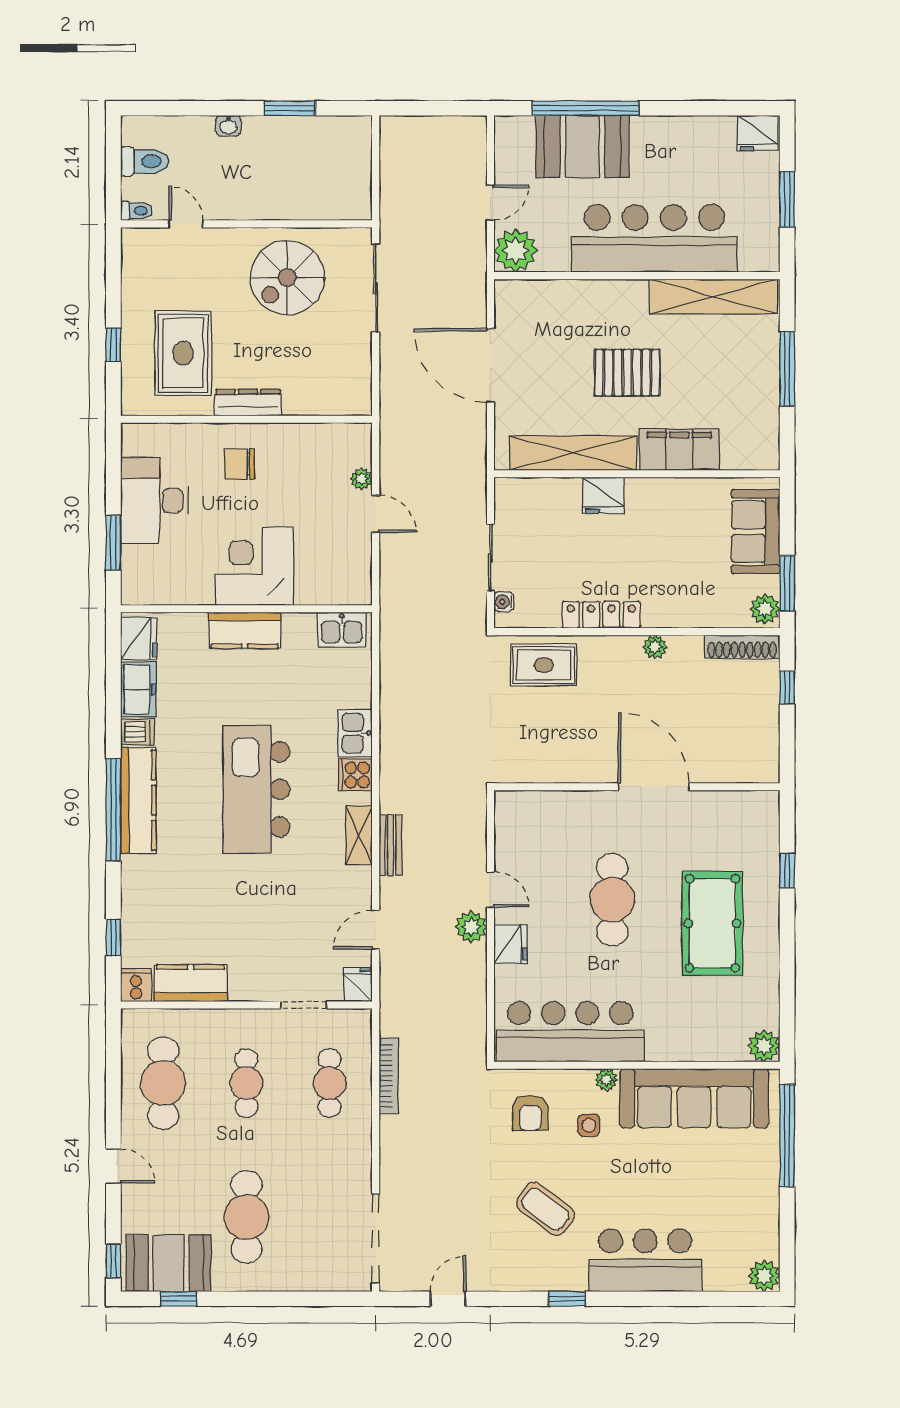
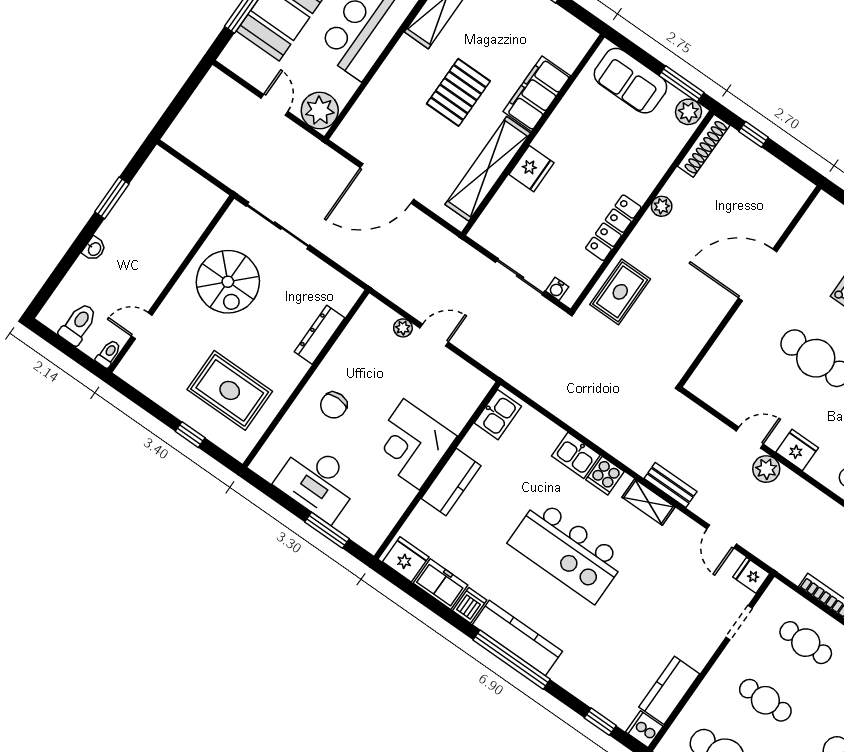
dresser: (248, 403) -> (320, 335), moved

